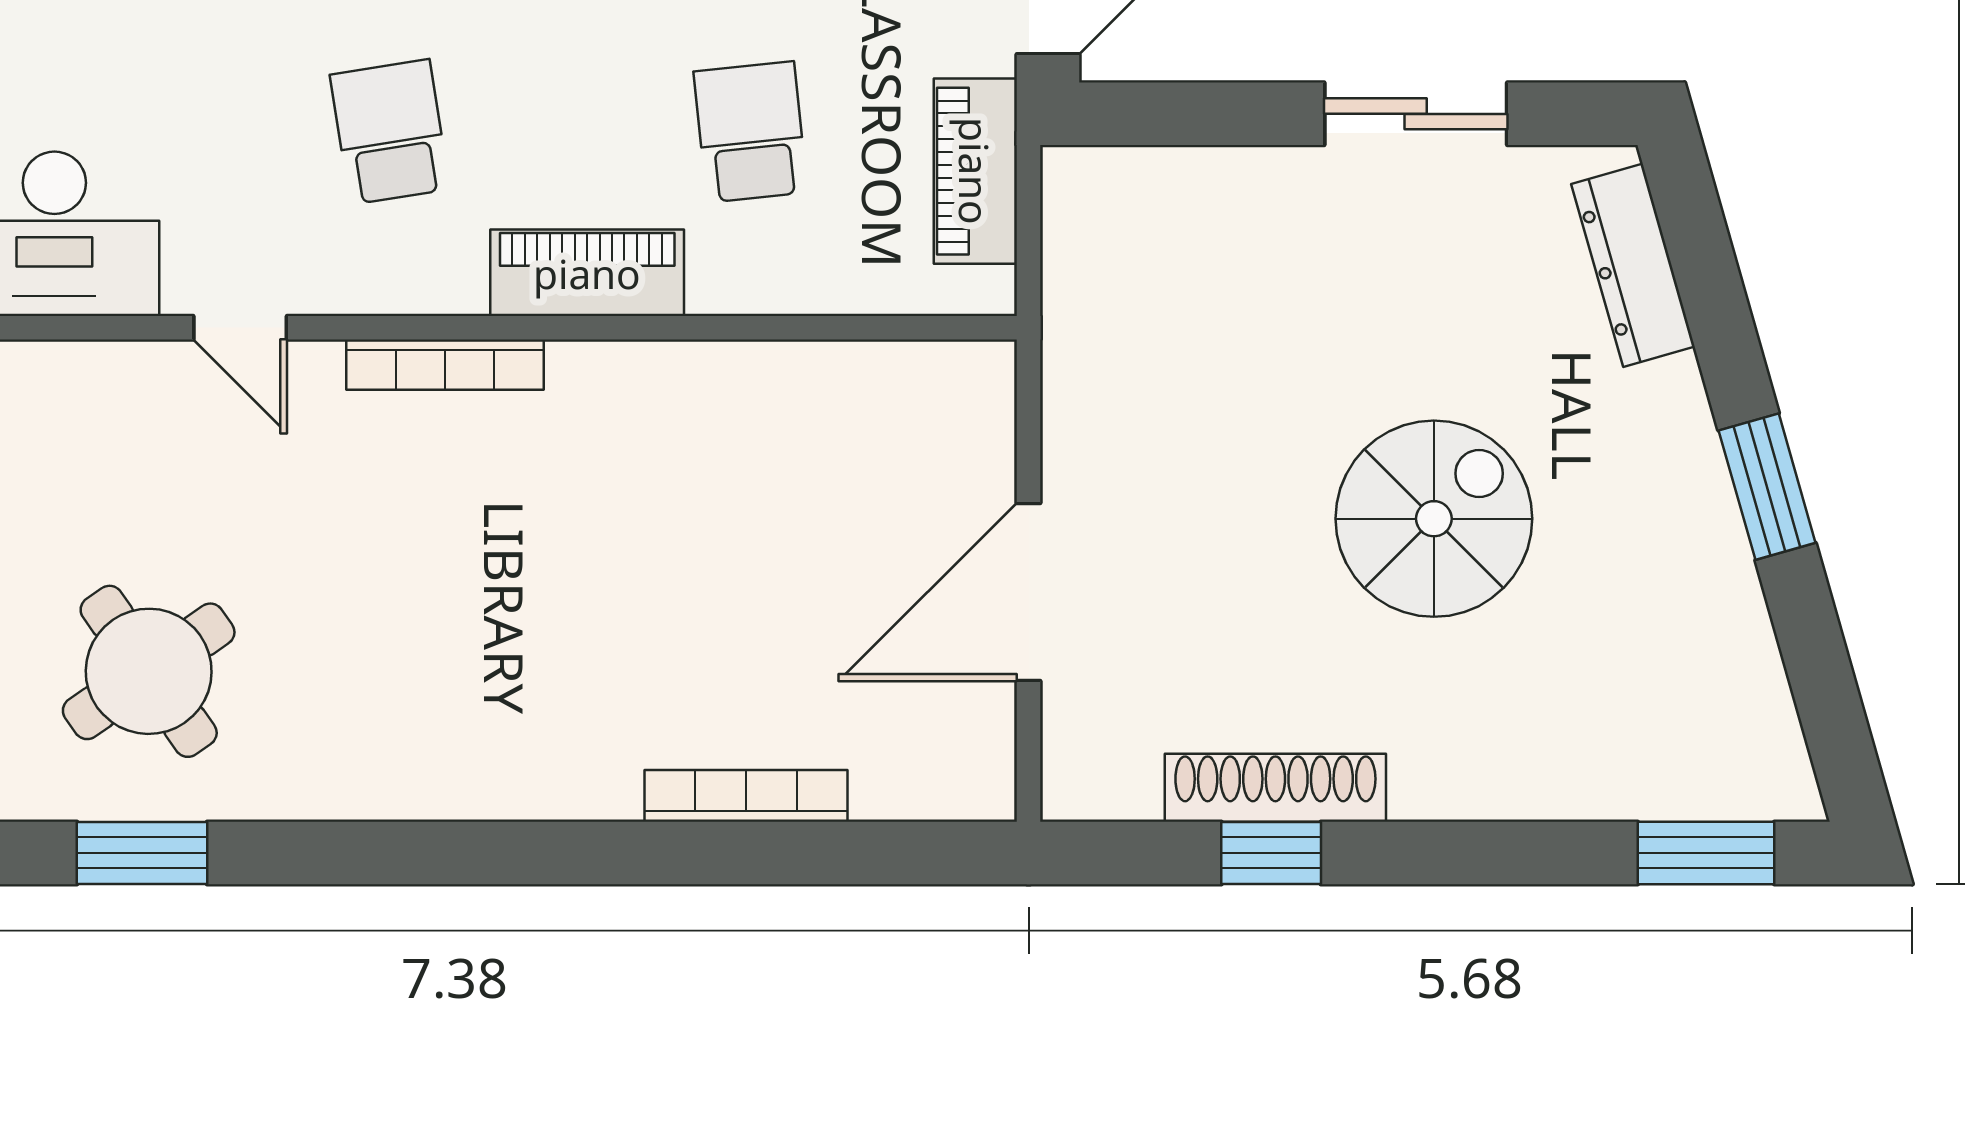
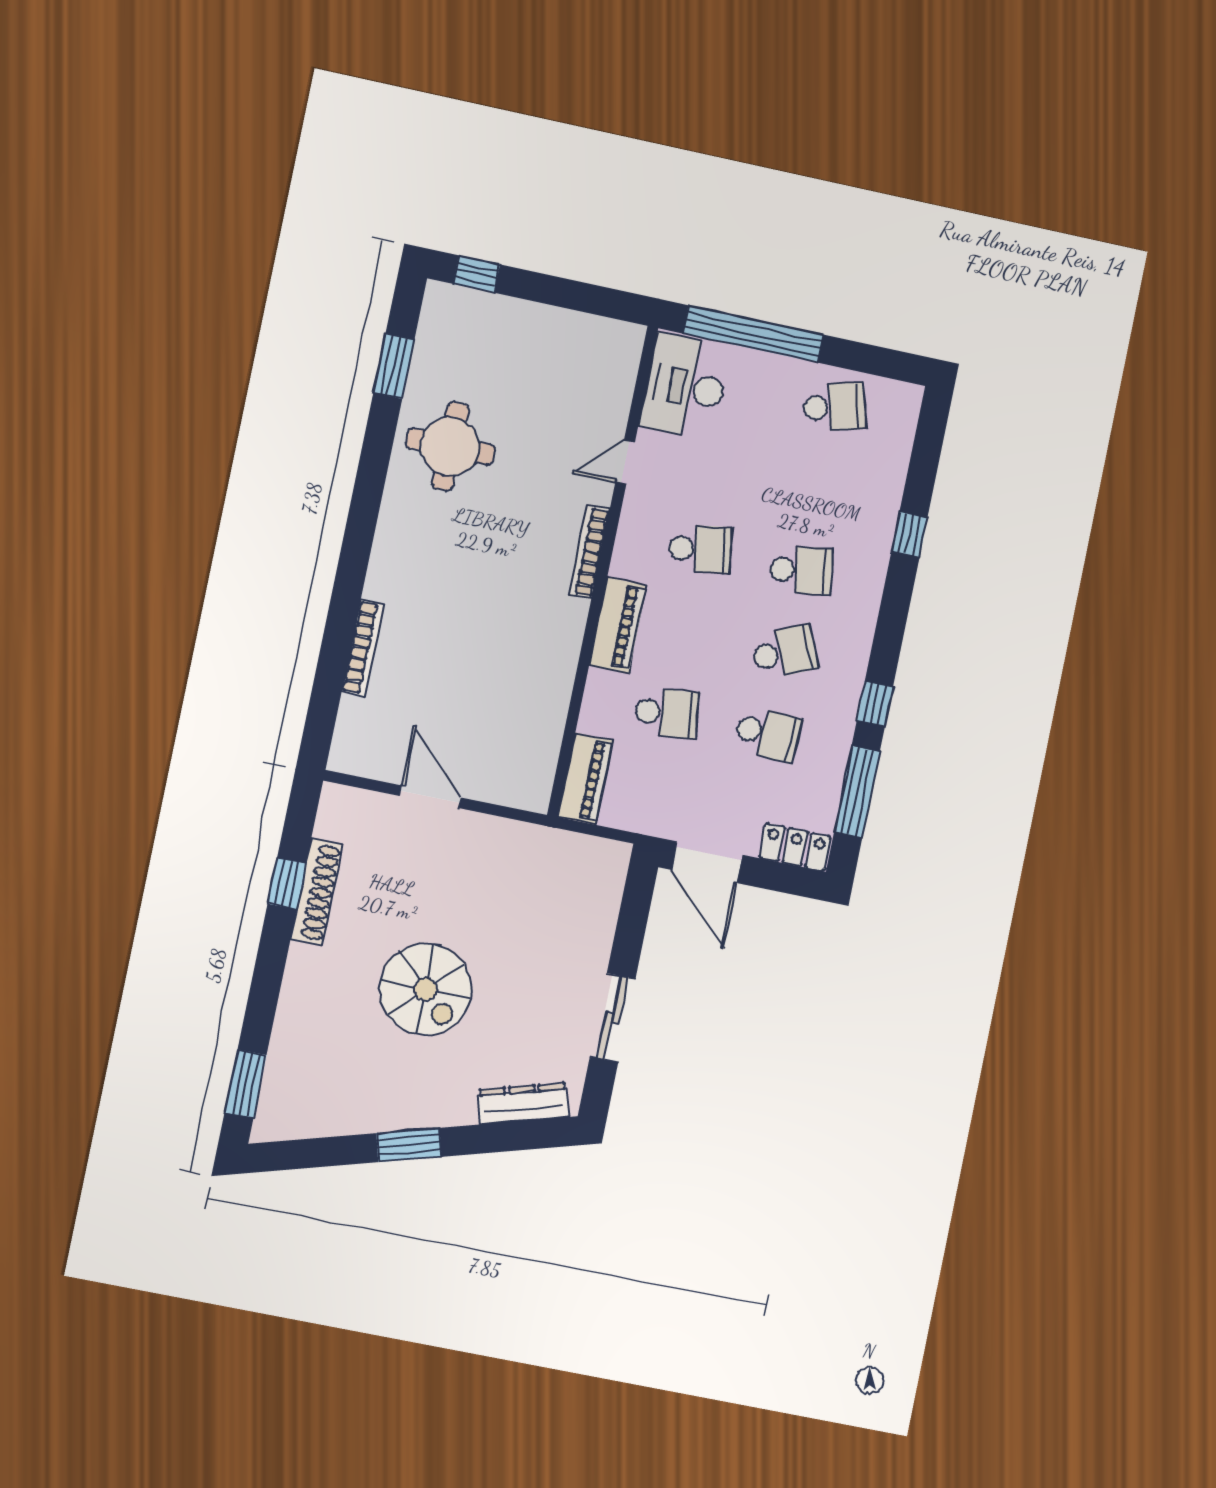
piano: (975, 171) -> (585, 779), moved, turned 90
door: (1029, 592) -> (430, 797), width x0.73
round table: (149, 671) -> (450, 447), moved, turned 35

